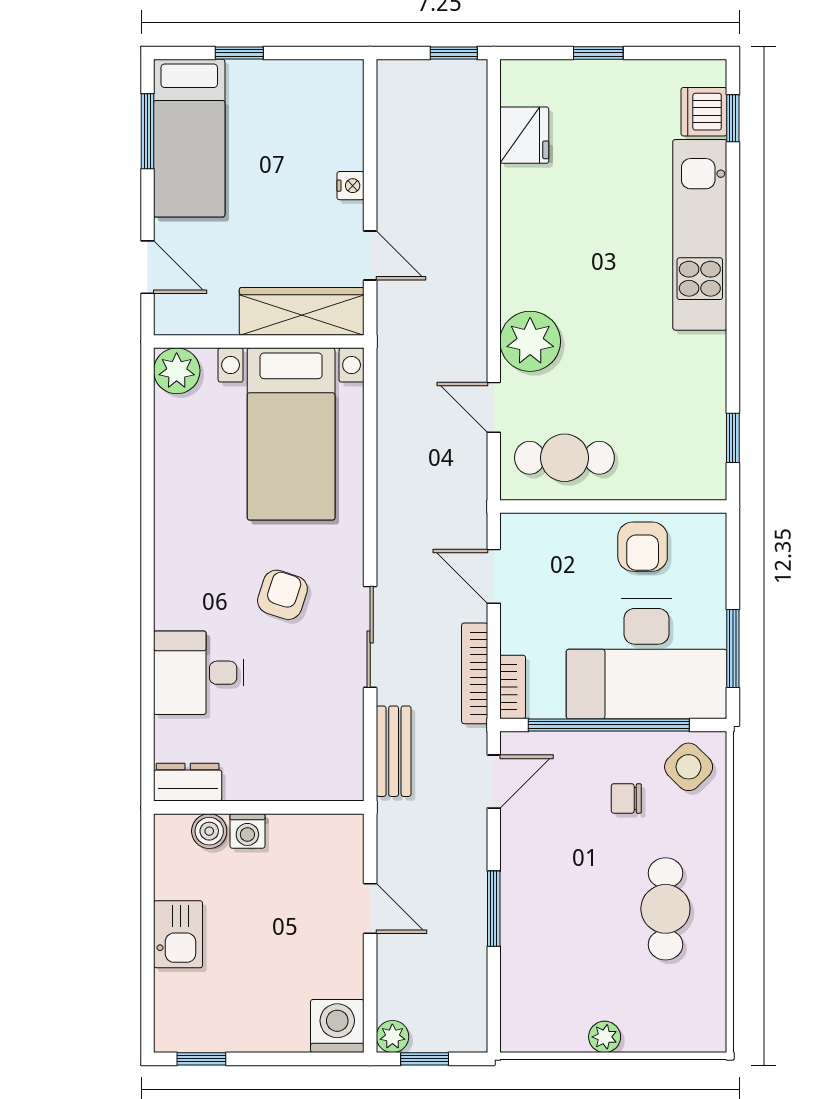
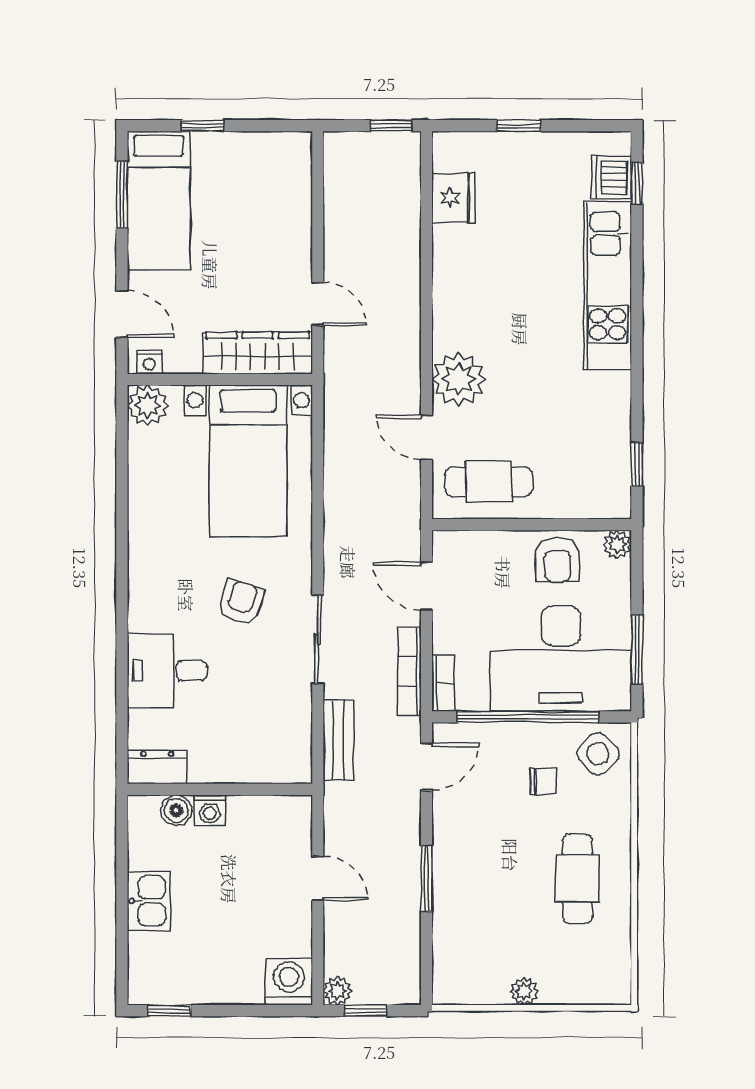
nightstand: (350, 186) -> (149, 362), moved, turned 90
plant: (710, 529) -> (617, 544), added
chair: (626, 798) -> (543, 781), turned 180

